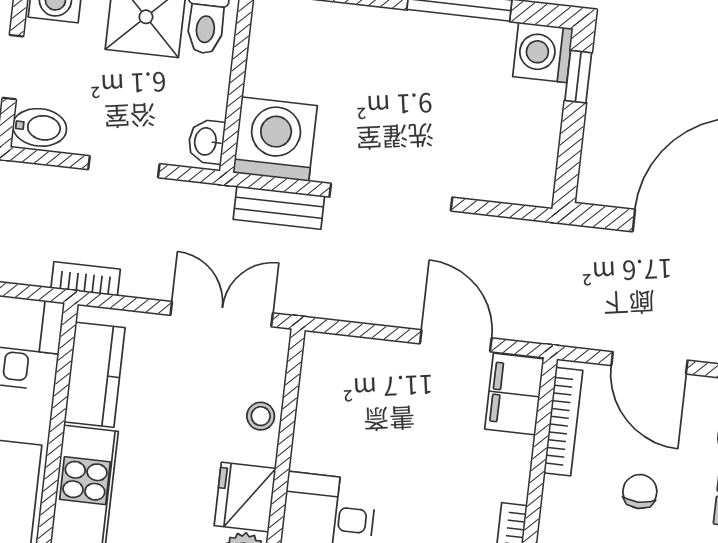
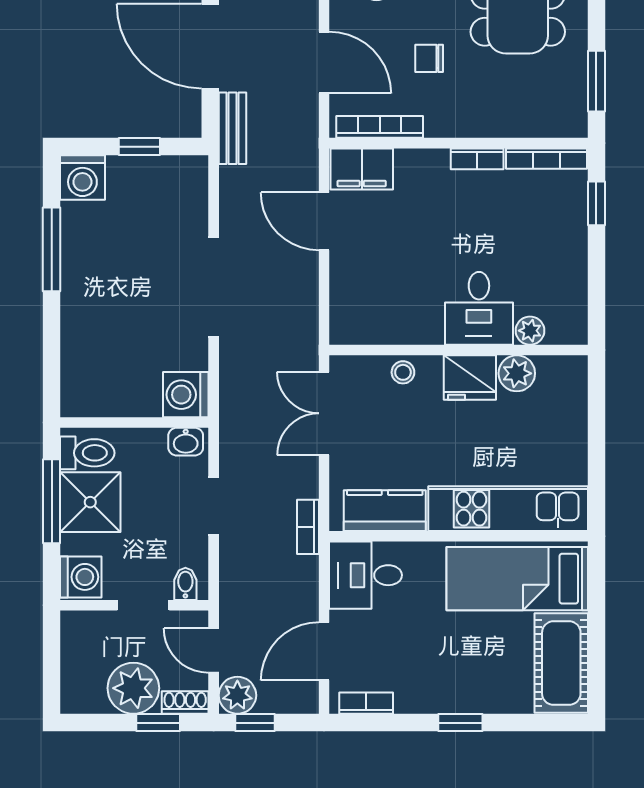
window: (578, 77) -> (139, 147), moved
bidet: (40, 127) -> (185, 584), width x0.72, depth x0.74
washing machine: (275, 139) -> (186, 395), width x0.73, depth x0.73
bench: (279, 208) -> (233, 128), moved
door: (456, 341) -> (324, 221), hinge flipped
door: (649, 363) -> (324, 62), hinge flipped

